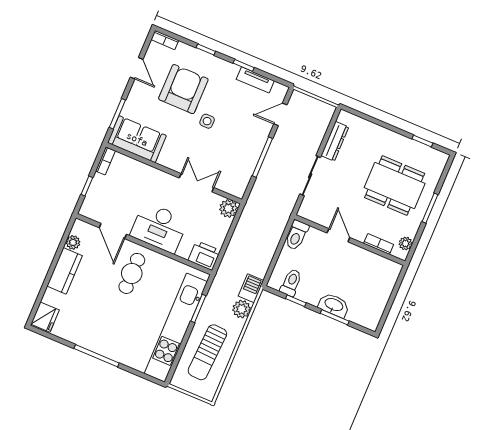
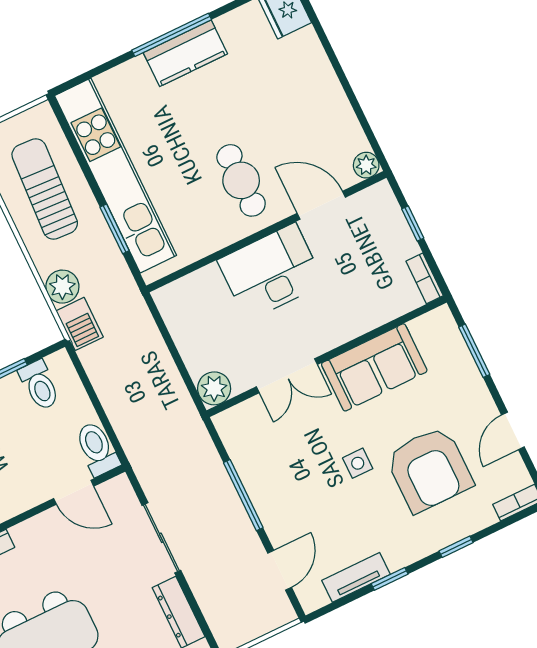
door: (137, 68) -> (513, 431), hinge flipped
sofa: (137, 139) -> (374, 367), moved
door: (338, 235) -> (74, 492), moved
plant: (73, 242) -> (366, 165), moved
printer: (204, 255) -> (179, 300), removed
kitchen counter: (65, 271) -> (185, 53), moved, turned -90

